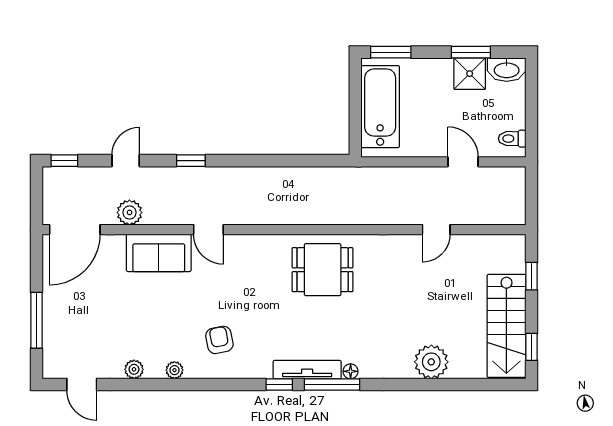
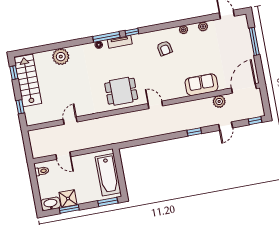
door: (208, 230) -> (155, 105), moved
tv unit: (307, 370) -> (120, 42), width x0.71

